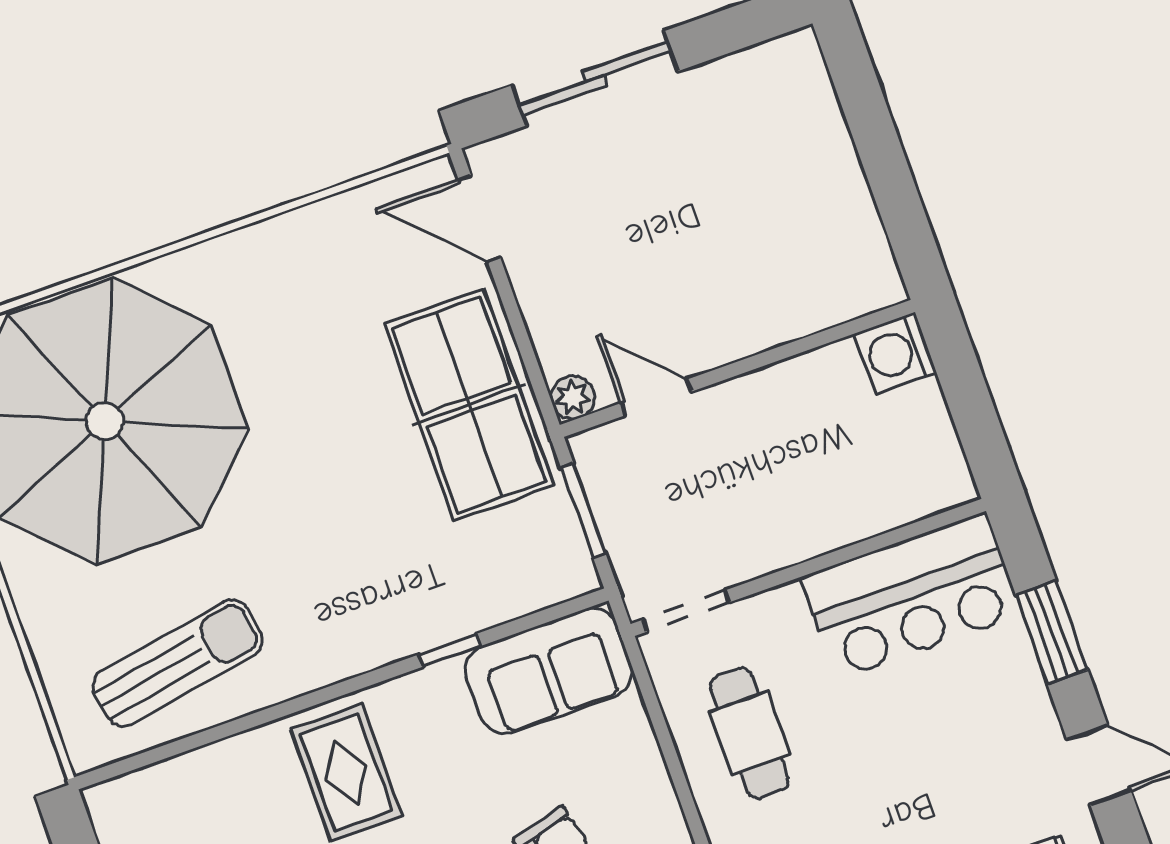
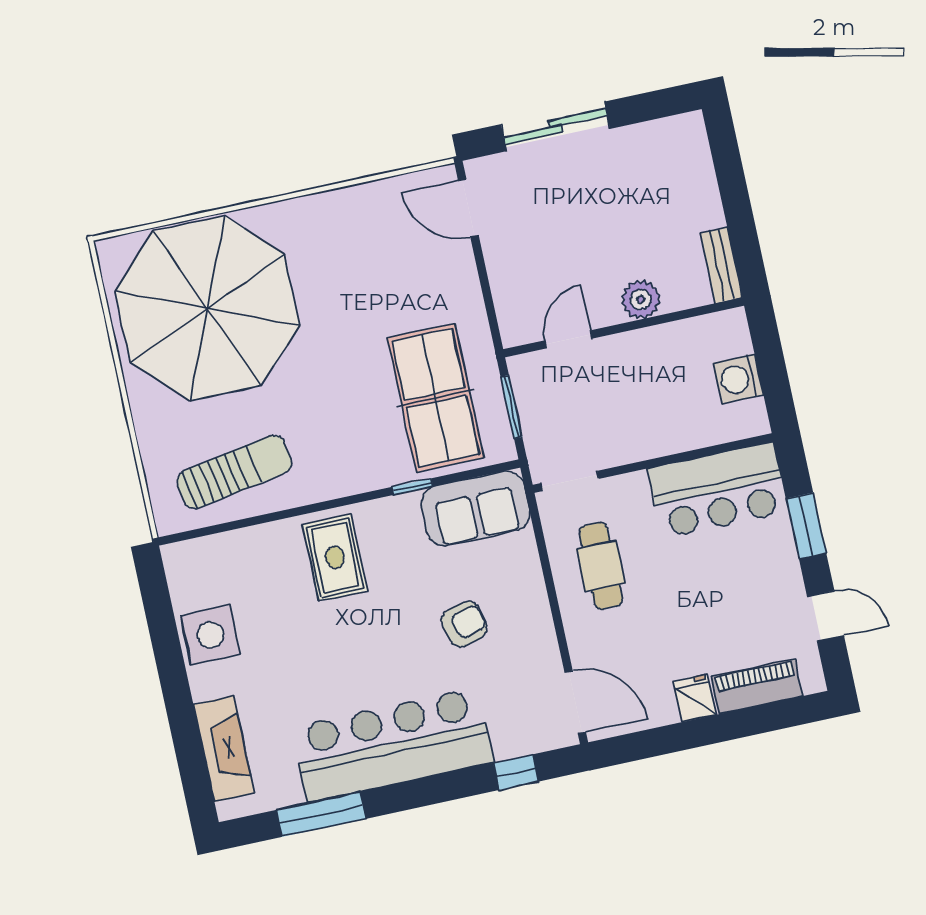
bench: (873, 255) -> (721, 265), added
washing machine: (896, 353) -> (738, 379), moved
plant: (573, 397) -> (641, 300), moved, width x1.38, depth x1.38
door: (656, 397) -> (568, 339), hinge flipped
table tennis table: (469, 405) -> (436, 398), moved

